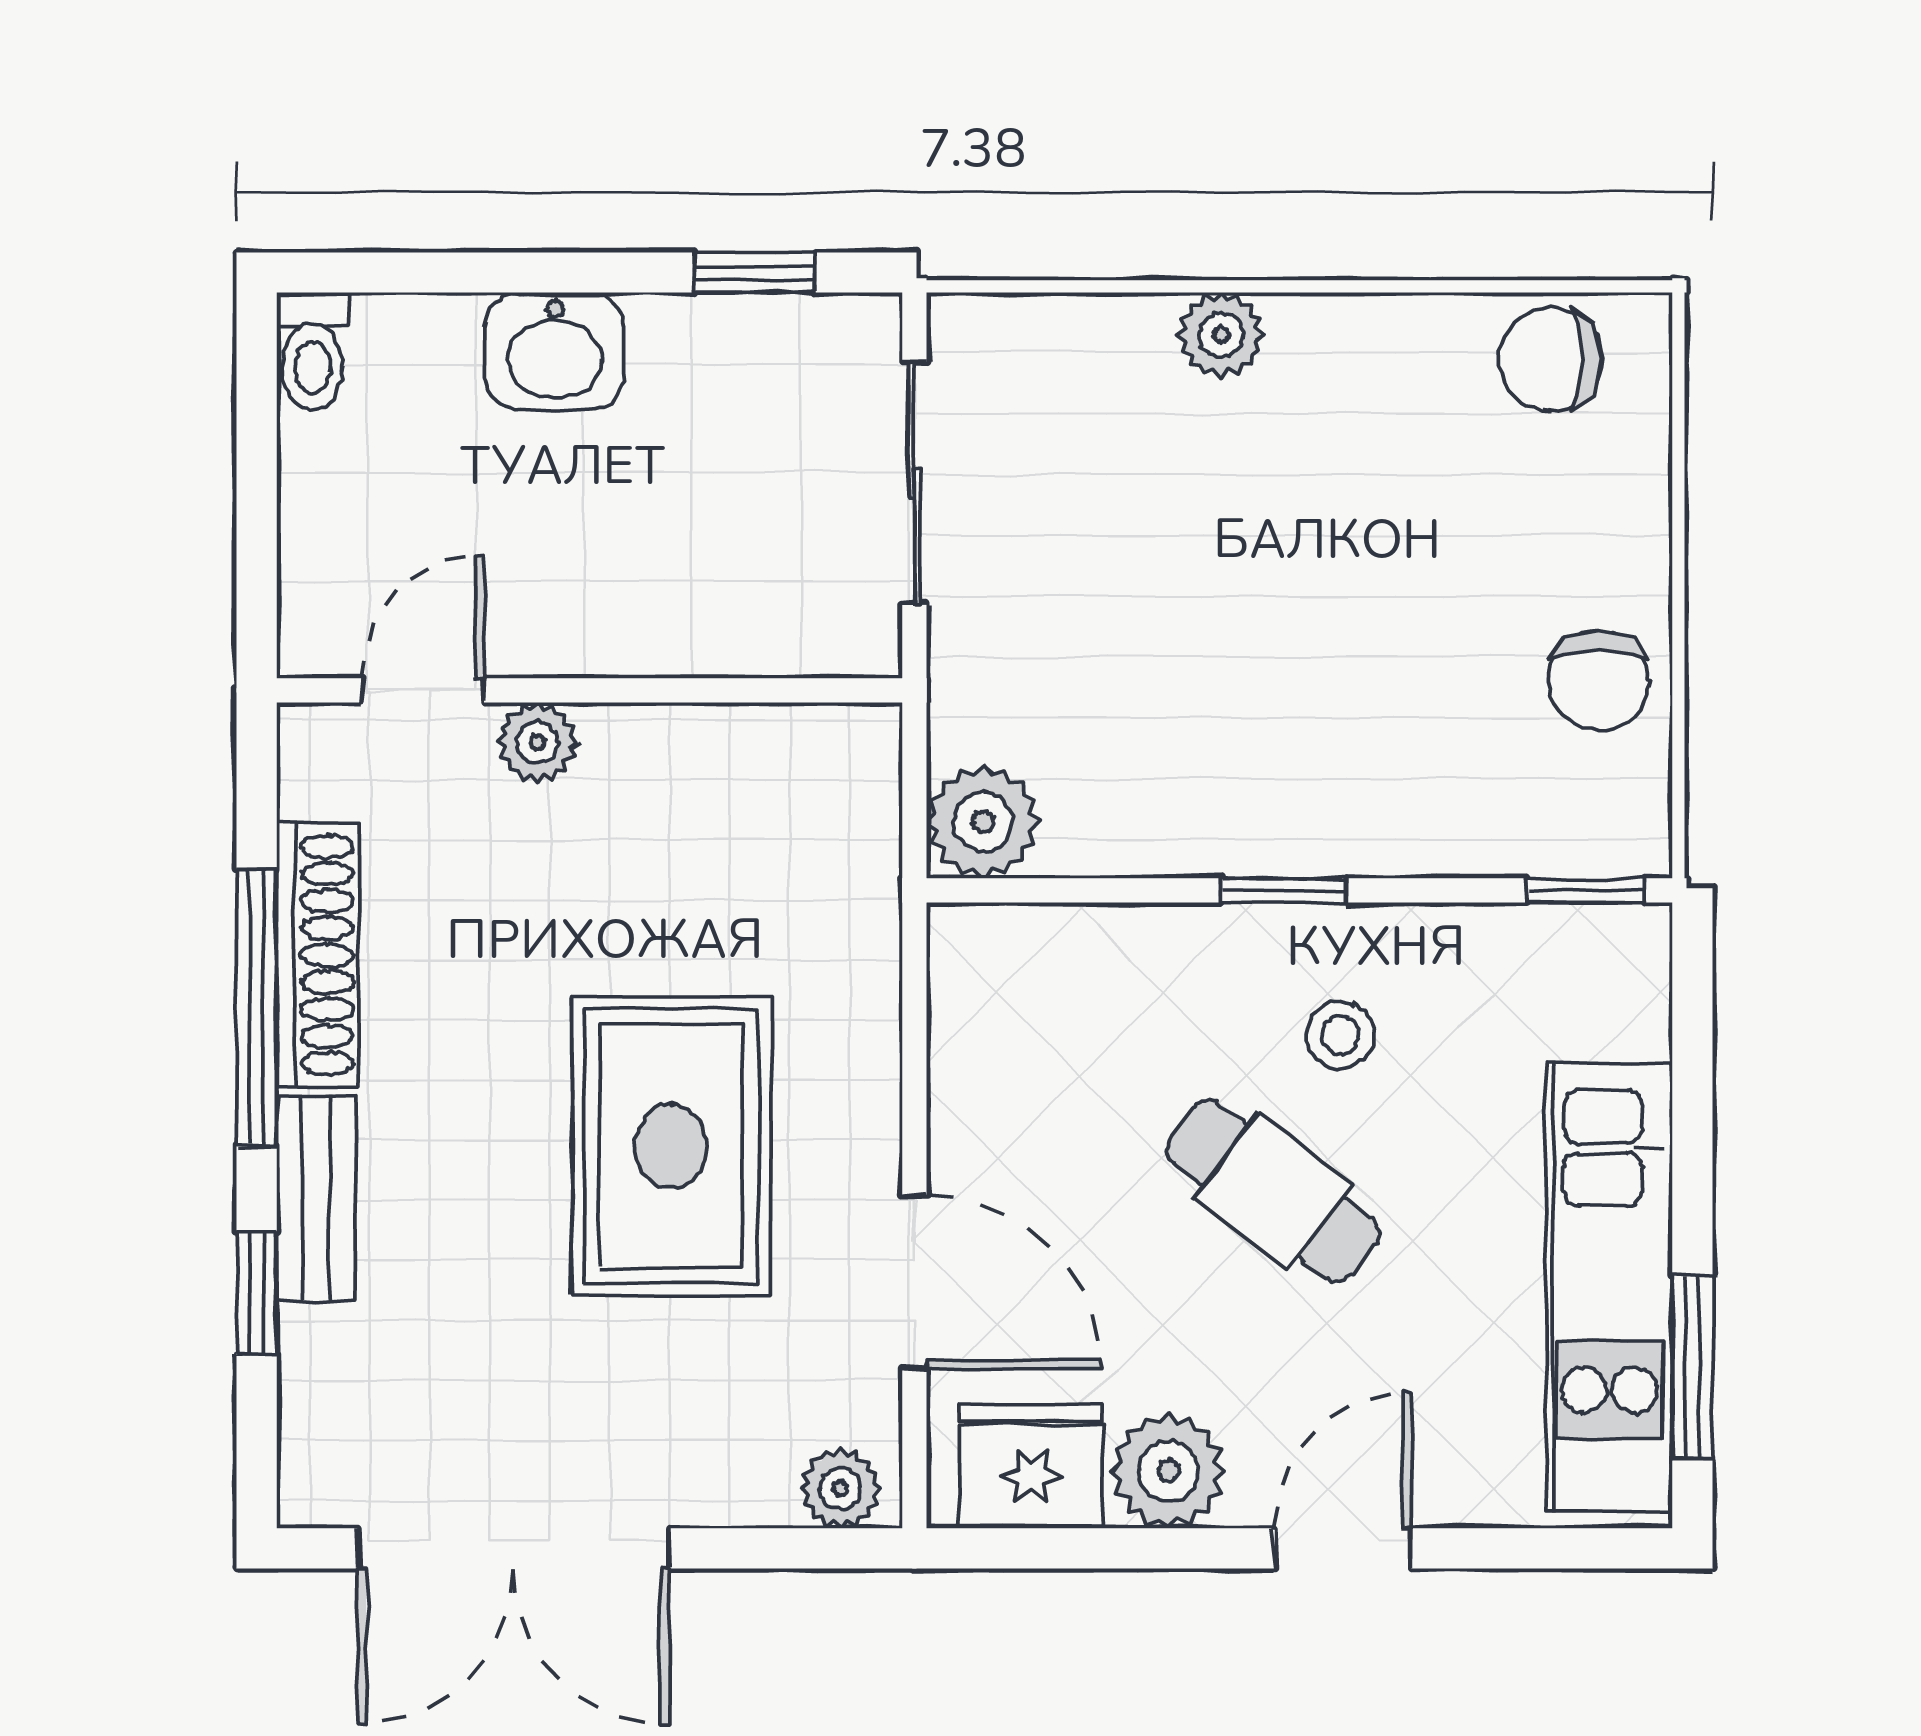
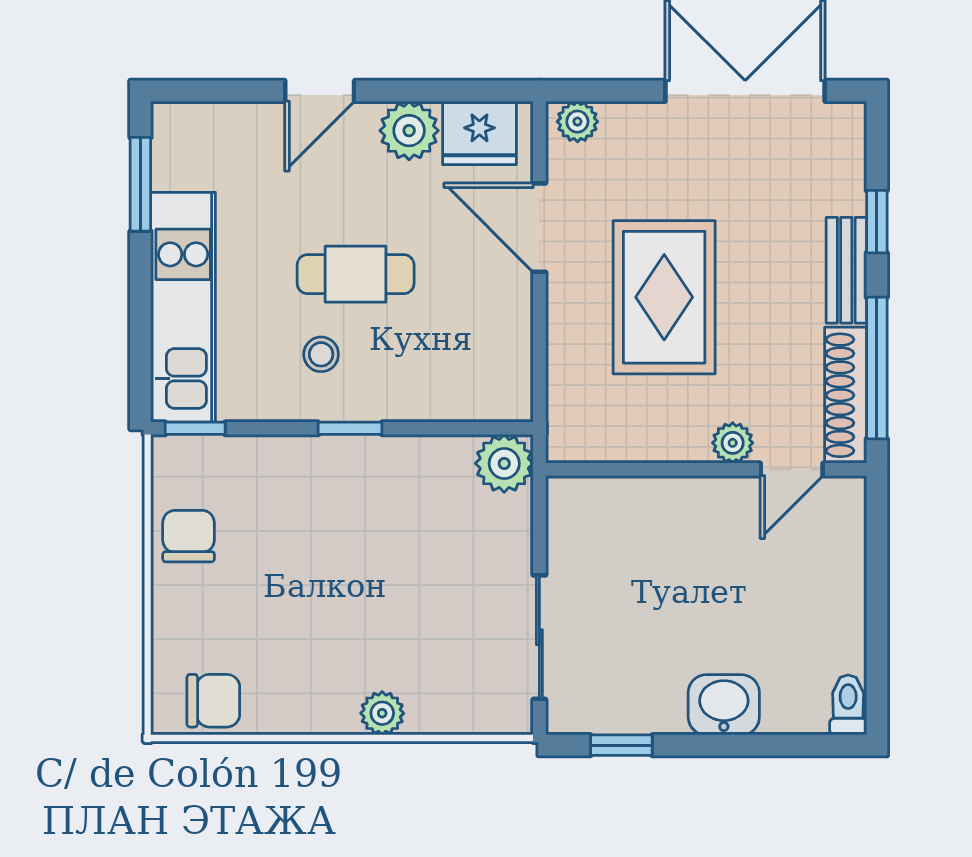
door: (423, 690) -> (792, 469), moved
wall: (590, 690) -> (706, 469), moved
plant: (538, 742) -> (733, 443), moved
cafe table: (1273, 1191) -> (356, 274), turned -37
kitchen unit: (1609, 1287) -> (183, 307), moved

